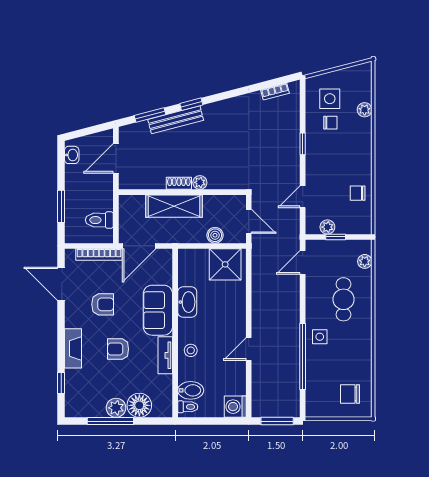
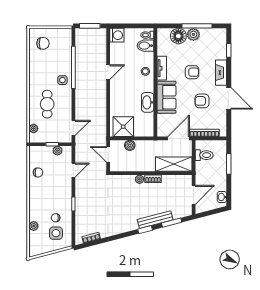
shelving: (174, 206) -> (174, 164), moved
door: (61, 284) -> (229, 98), moved

